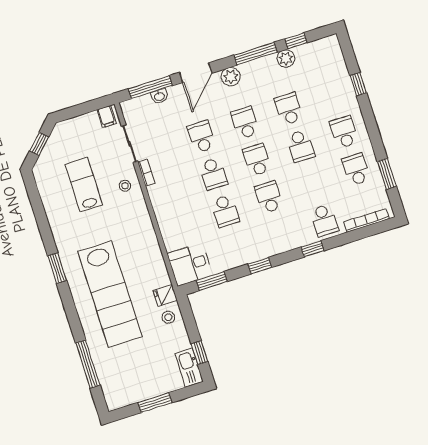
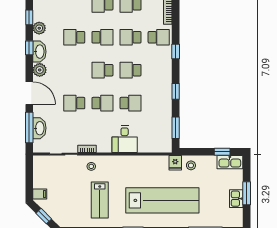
window: (256, 54) -> (29, 48), width x0.46
washbasin: (255, 69) -> (39, 52), added
washbasin: (159, 96) -> (39, 128), width x1.91, depth x1.45
filing cabinet: (107, 117) -> (40, 194), moved
school desk: (245, 123) -> (131, 37), moved
lab bench: (84, 185) -> (100, 200), moved, turned -90
desk: (190, 264) -> (125, 139), moved
kitchen sink: (144, 391) -> (236, 199), added

